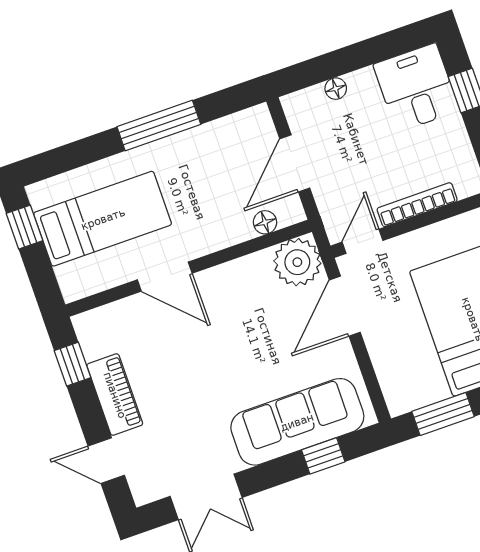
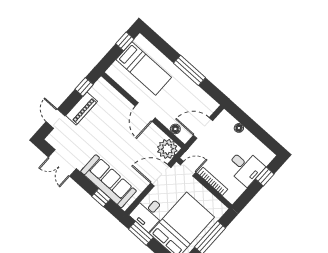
desk: (416, 88) -> (245, 167), moved, turned 90
door: (165, 277) -> (145, 112), moved
desk: (410, 376) -> (148, 213), added

